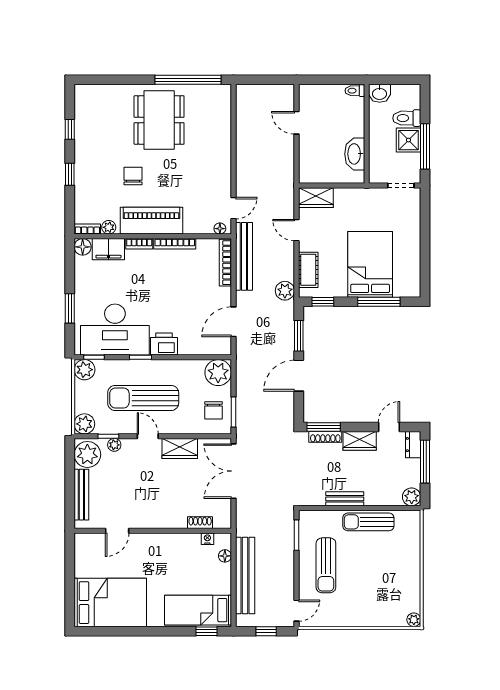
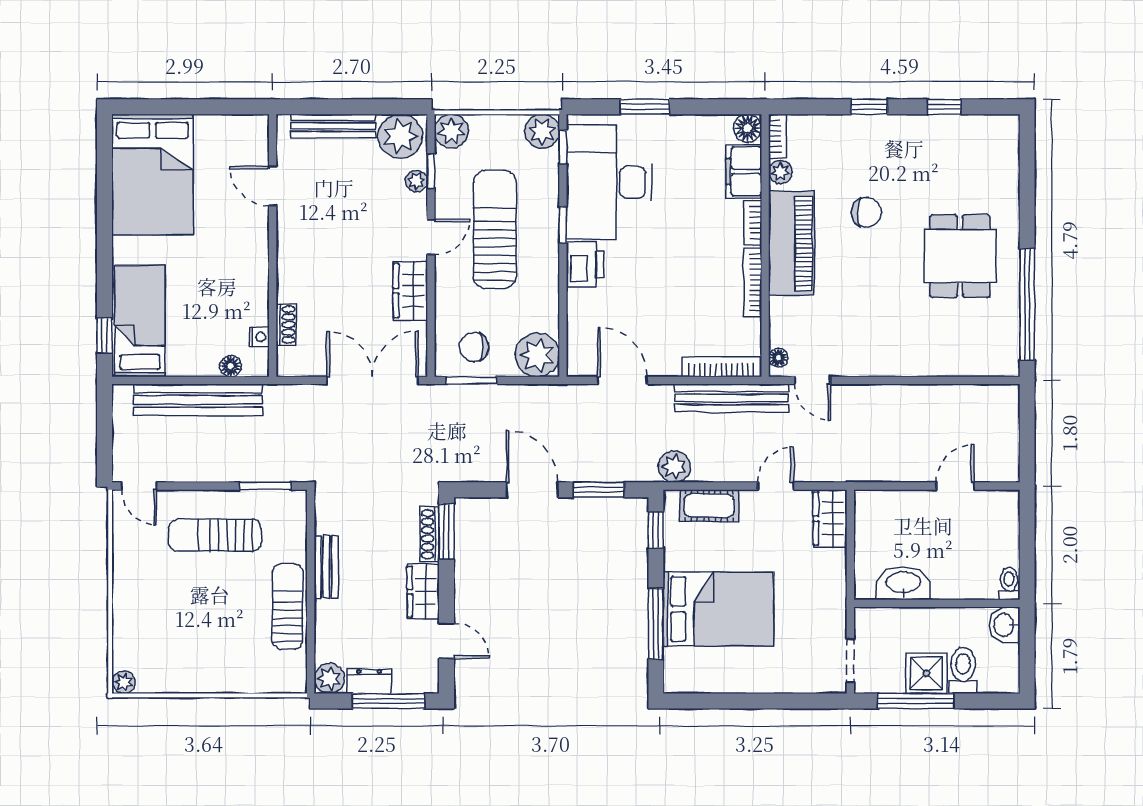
dining table: (159, 120) -> (960, 256), width x0.73
dresser: (413, 445) -> (369, 681), moved
window: (266, 631) -> (104, 435), removed

